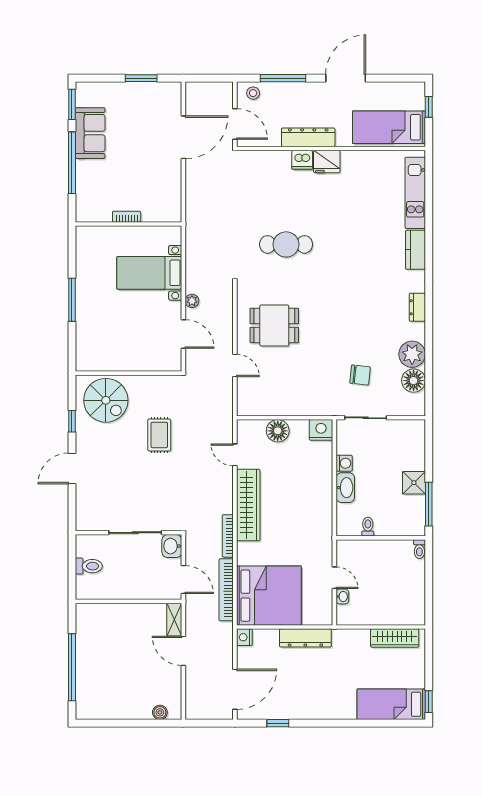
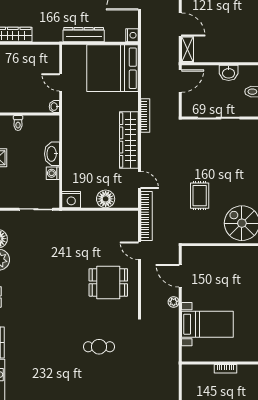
cafe table: (286, 244) -> (99, 347), width x0.73, depth x0.74
chair: (360, 375) -> (40, 243), removed
toilet: (368, 527) -> (18, 123), moved
washbasin: (172, 546) -> (229, 73), moved, turned 90
door: (183, 580) -> (180, 81), swing flipped
bookcase: (226, 590) -> (146, 216), moved
washbasin: (342, 596) -> (54, 107), moved

